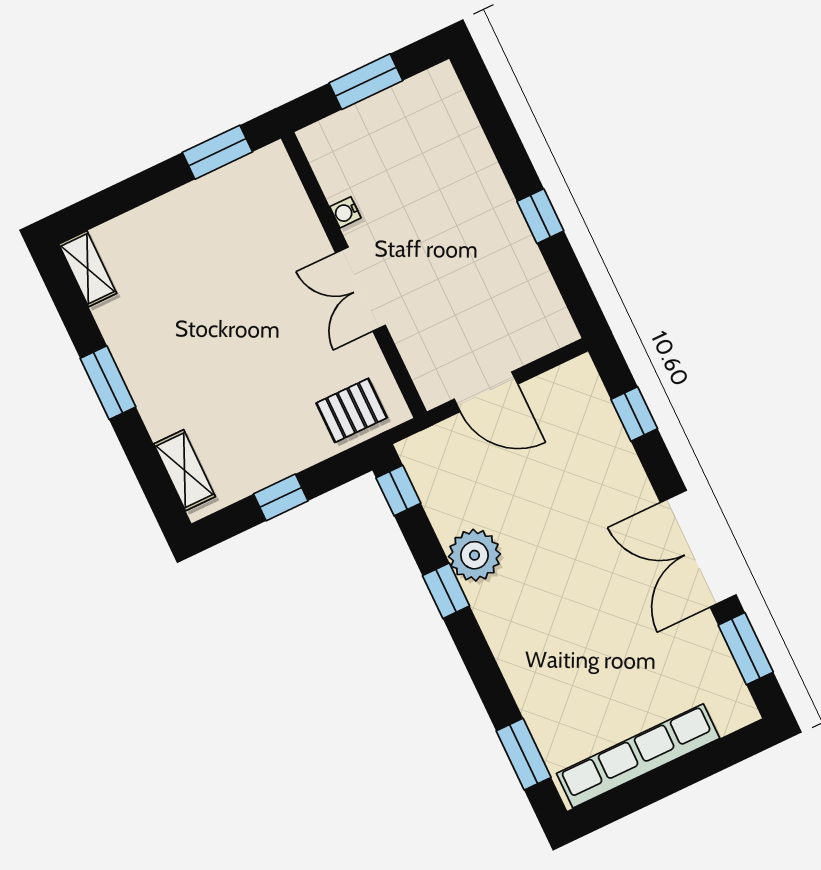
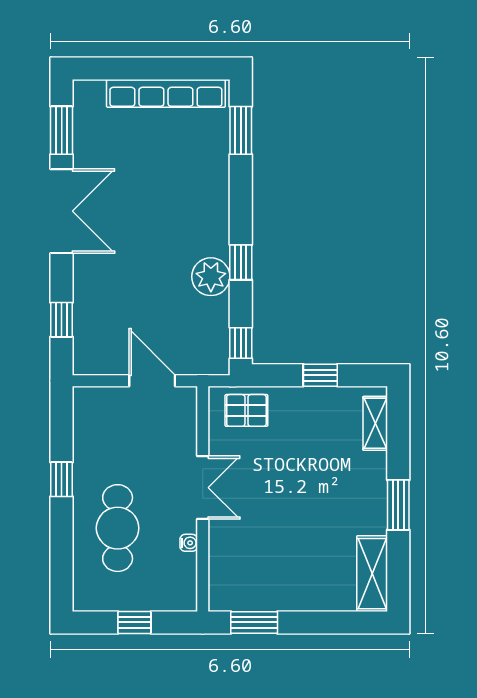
window: (366, 82) -> (134, 622), width x0.67
cafe table: (442, 189) -> (118, 528), added
shelving: (88, 269) -> (372, 574), width x1.50, depth x1.33

